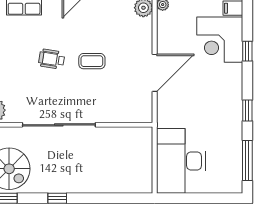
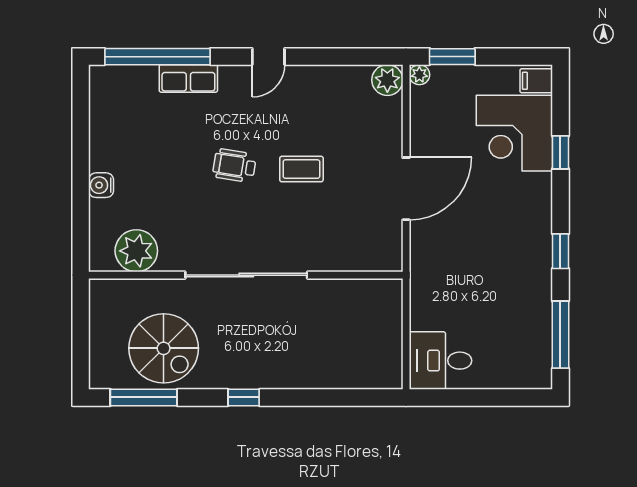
desk: (181, 161) -> (440, 361), width x0.53, depth x0.77

